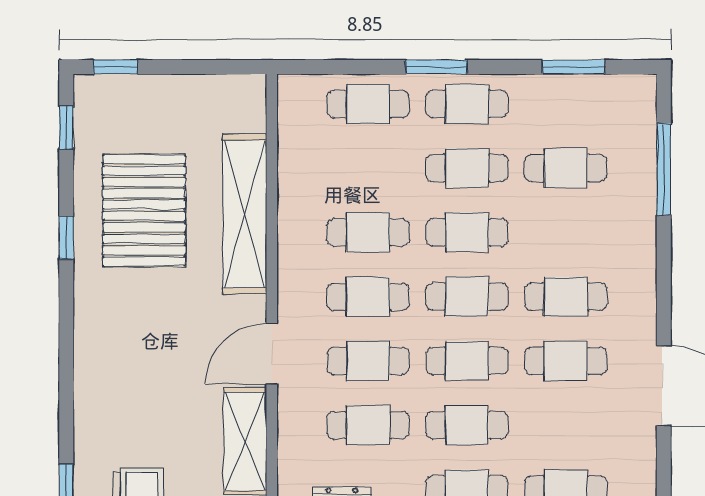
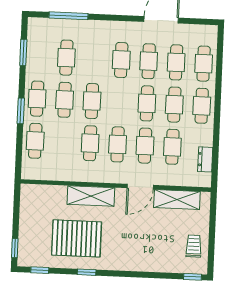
shelving: (245, 214) -> (91, 196), width x0.68
cafe table: (467, 297) -> (176, 62), moved
door: (272, 354) -> (140, 187), hinge flipped

